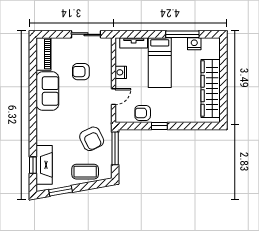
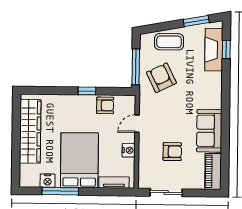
bed: (160, 63) -> (79, 160), width x1.50

